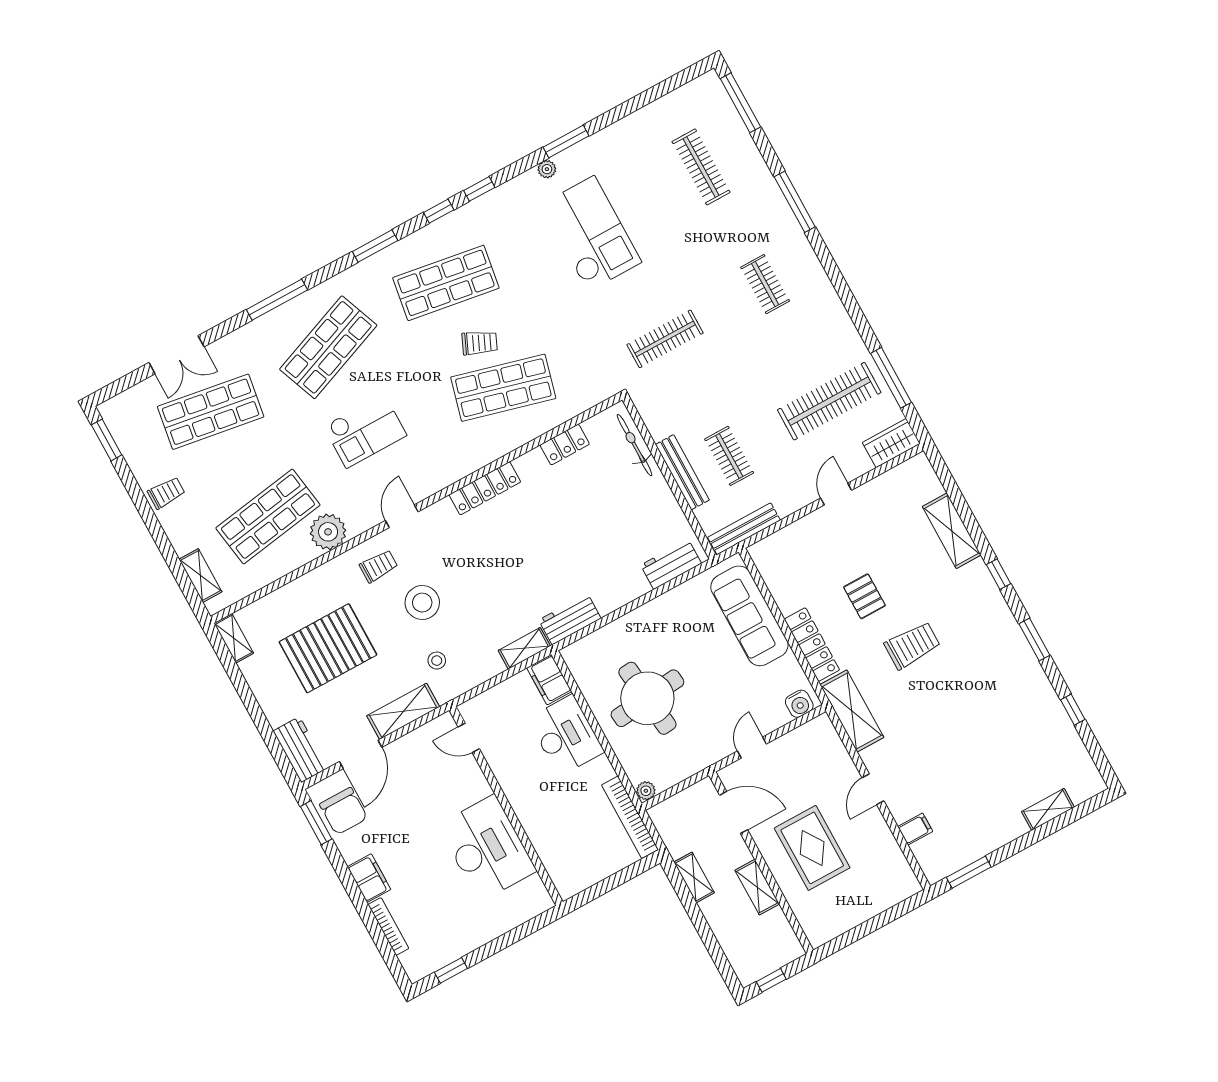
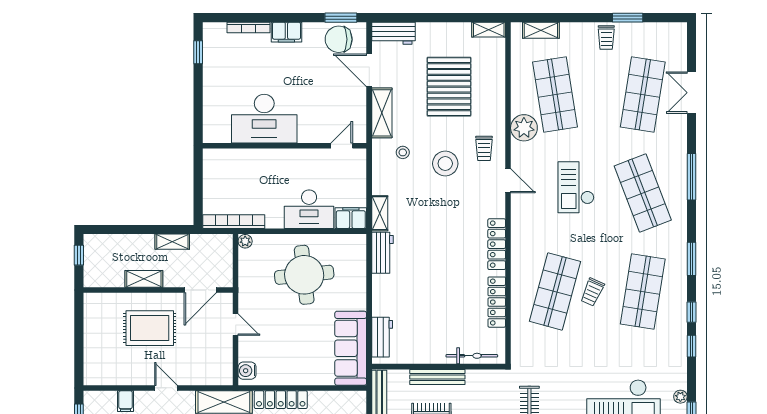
window: (107, 440) -> (628, 18), moved
locker: (565, 445) -> (497, 302), width x1.53
sofa: (749, 616) -> (351, 348), moved, turned -90

